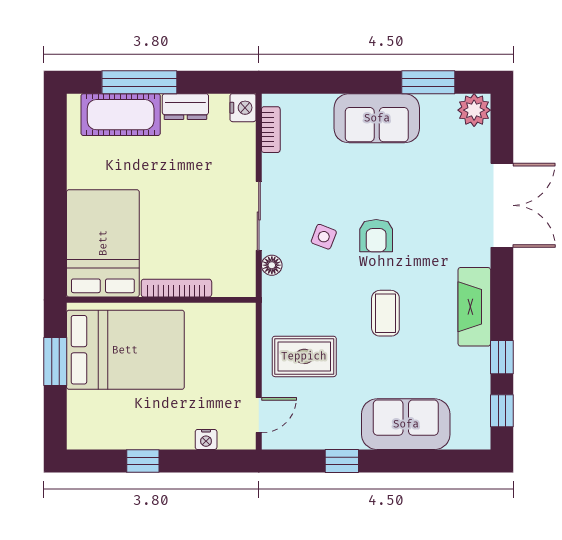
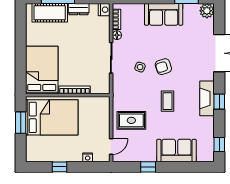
armchair: (376, 236) -> (163, 67), turned 72
floor lamp: (272, 265) -> (117, 35), moved
window: (502, 357) -> (219, 102), moved

